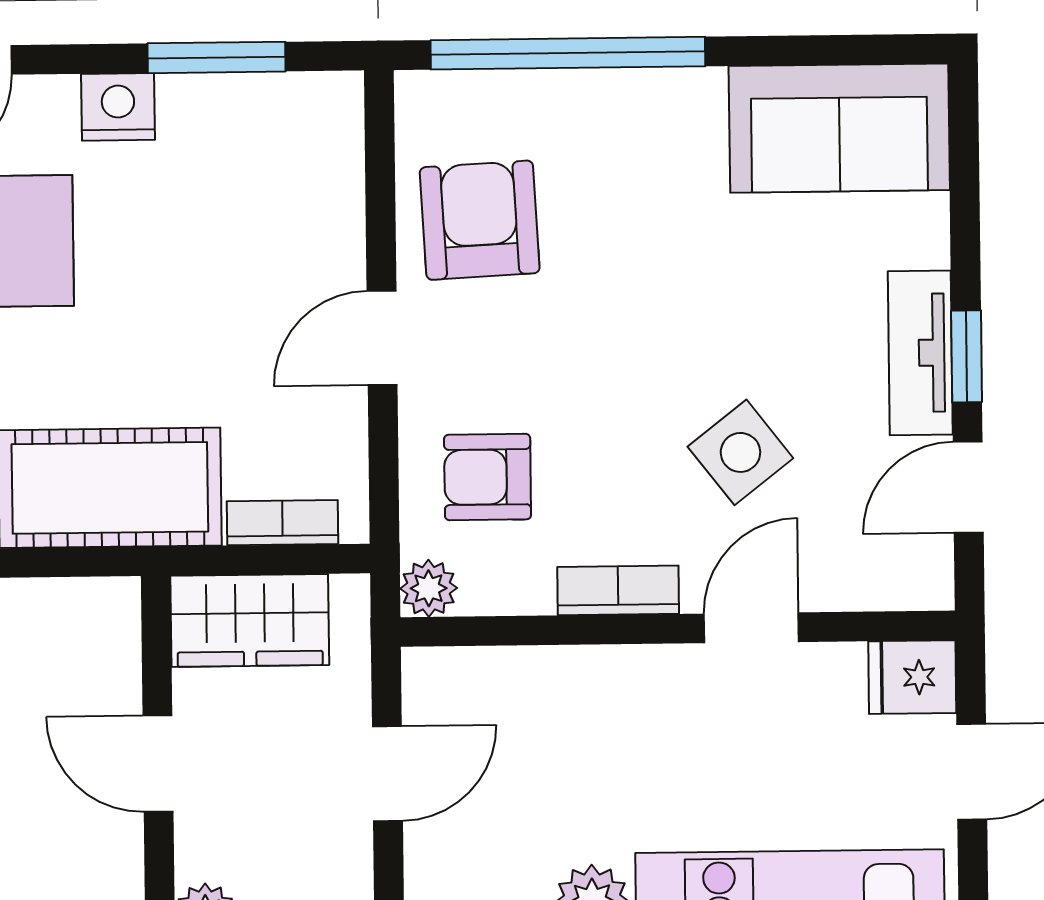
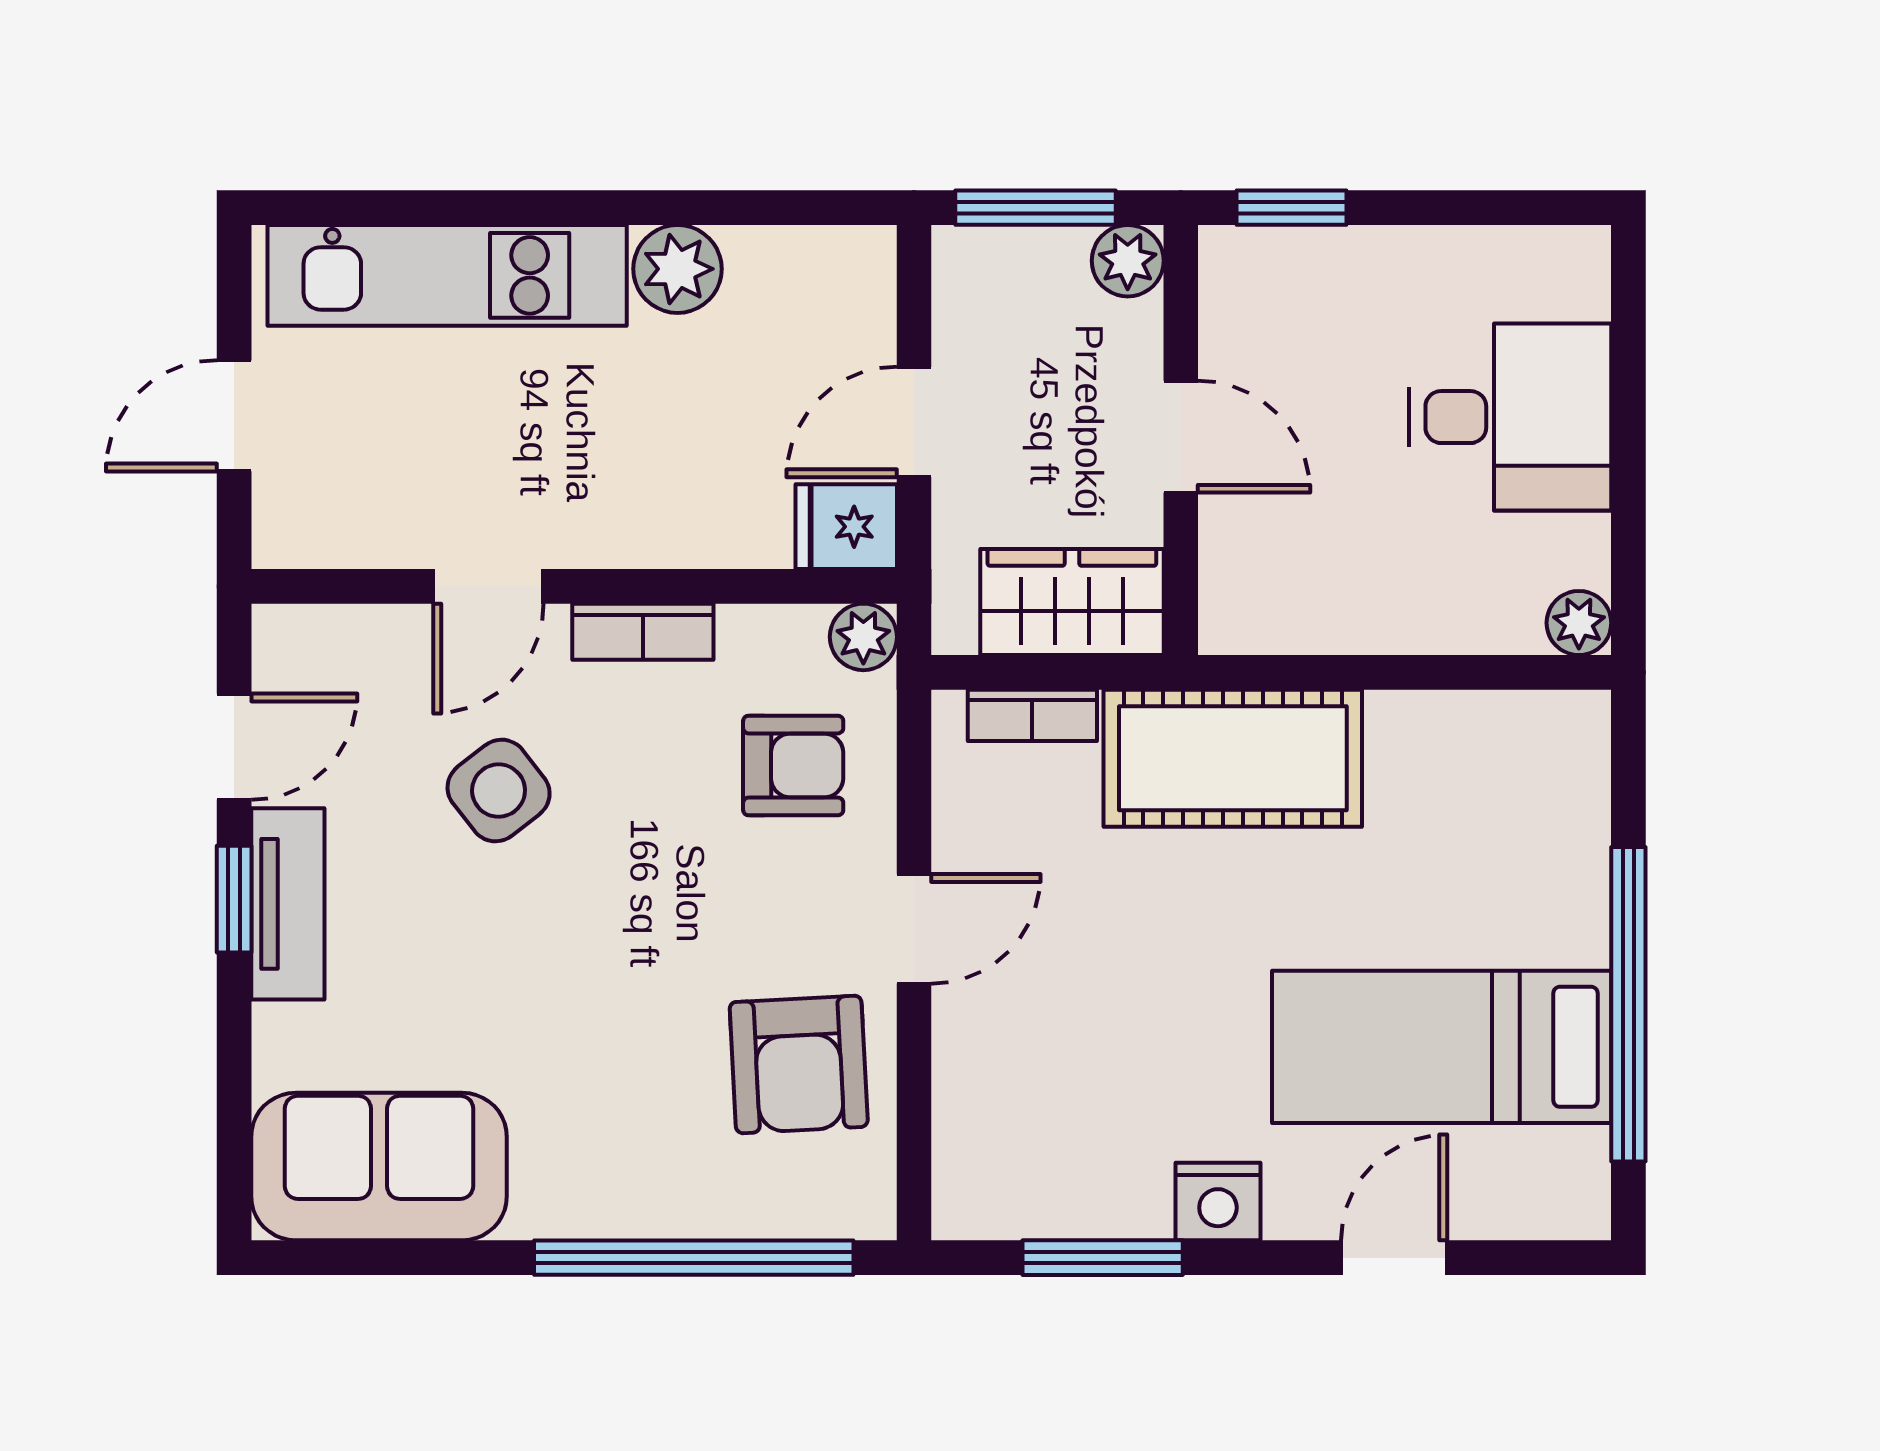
fridge: (912, 677) -> (846, 527), moved, turned 180

